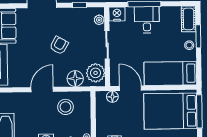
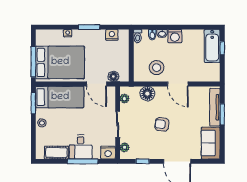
cot: (189, 19) -> (56, 153), moved, turned 90
window: (198, 36) -> (33, 103), moved
armchair: (59, 45) -> (162, 124), turned 67
plant: (96, 73) -> (124, 99), width x0.53, depth x0.53
door: (42, 89) -> (178, 84), hinge flipped

